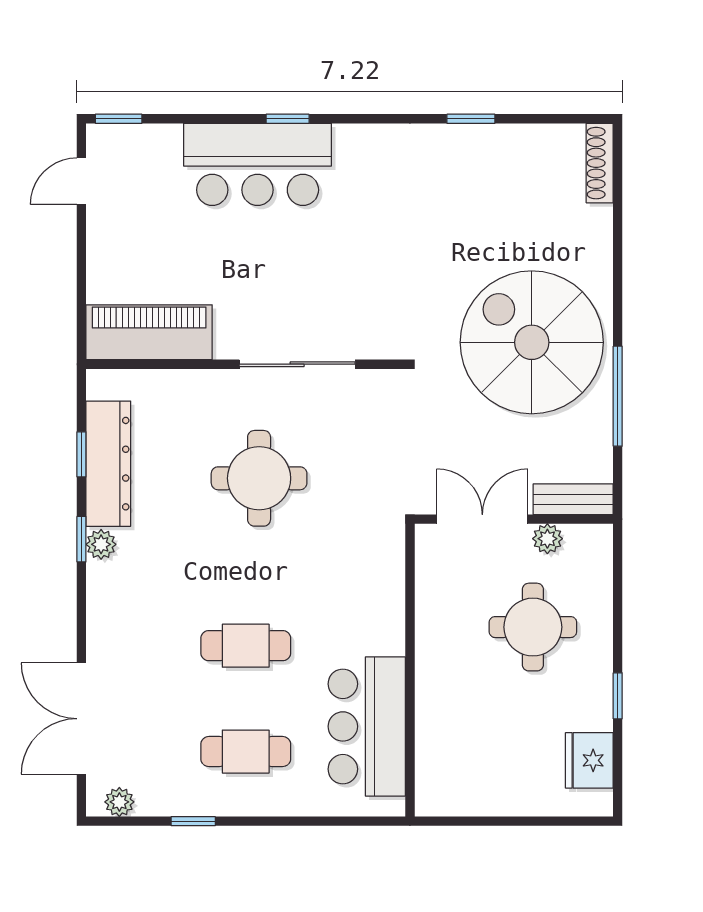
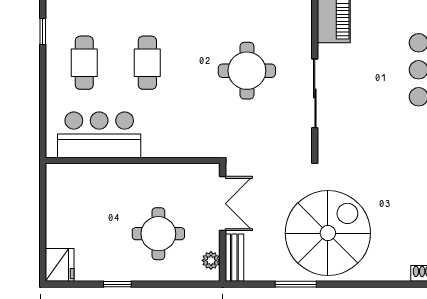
window: (618, 396) -> (296, 284), width x0.69
plant: (547, 539) -> (211, 260), moved
fridge: (589, 760) -> (60, 265), moved, turned 90

